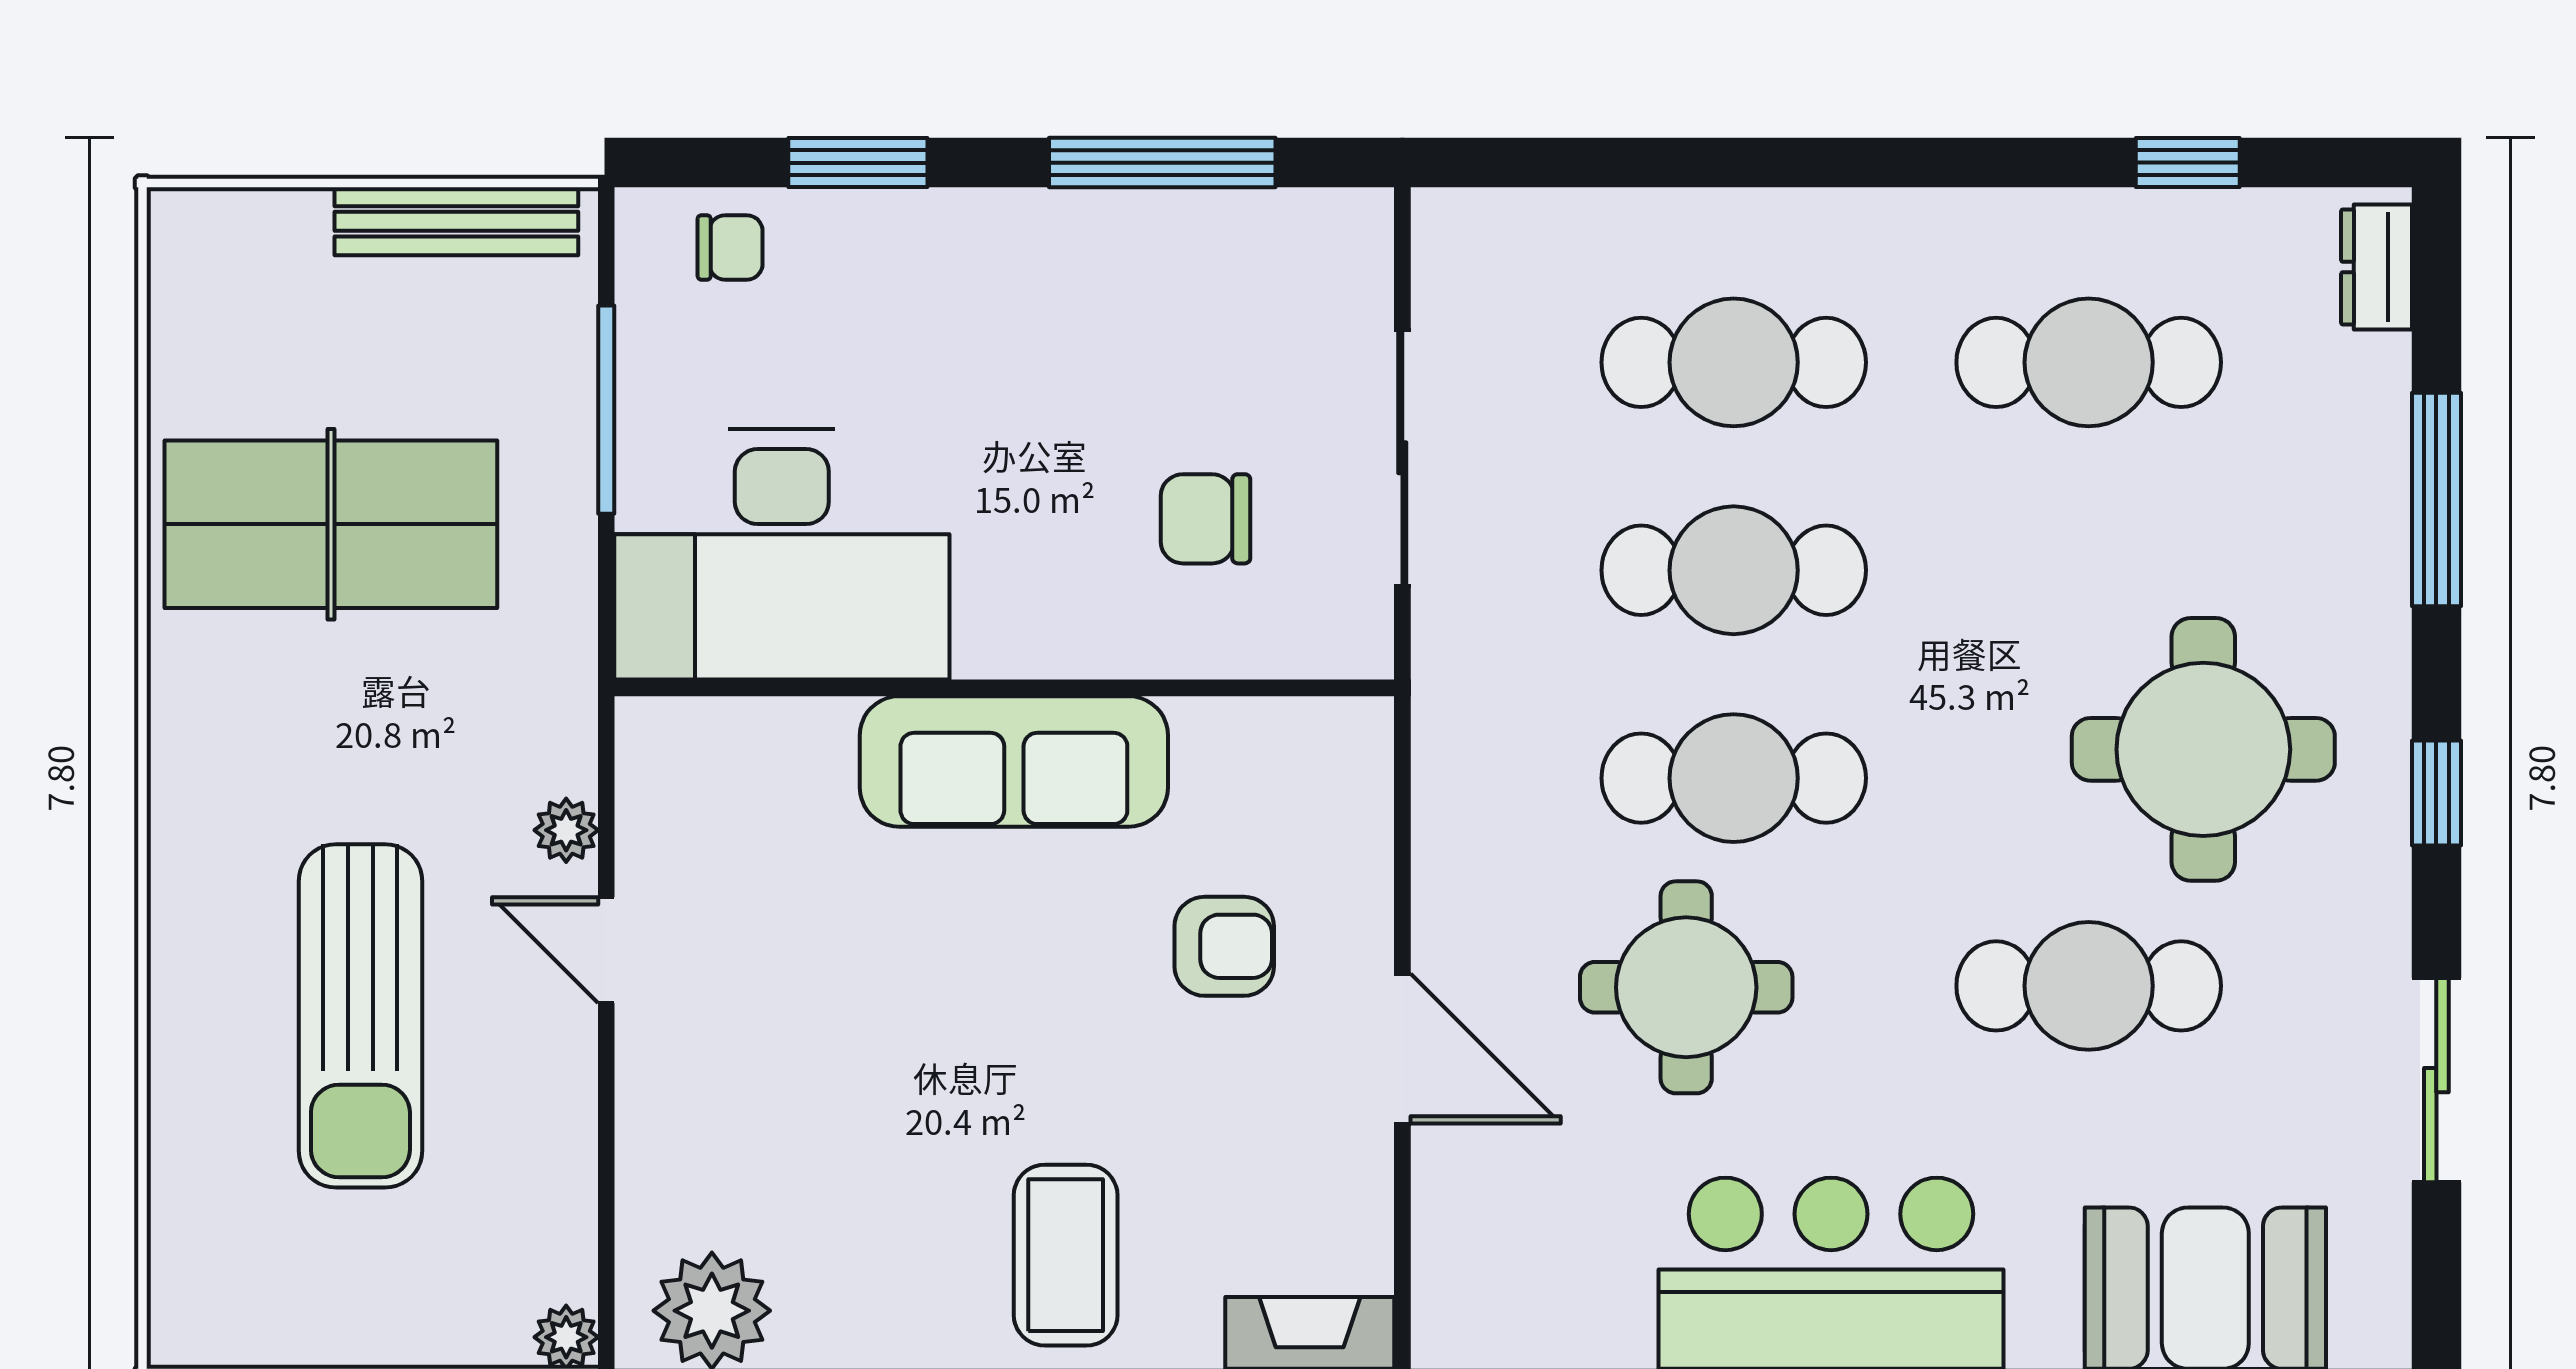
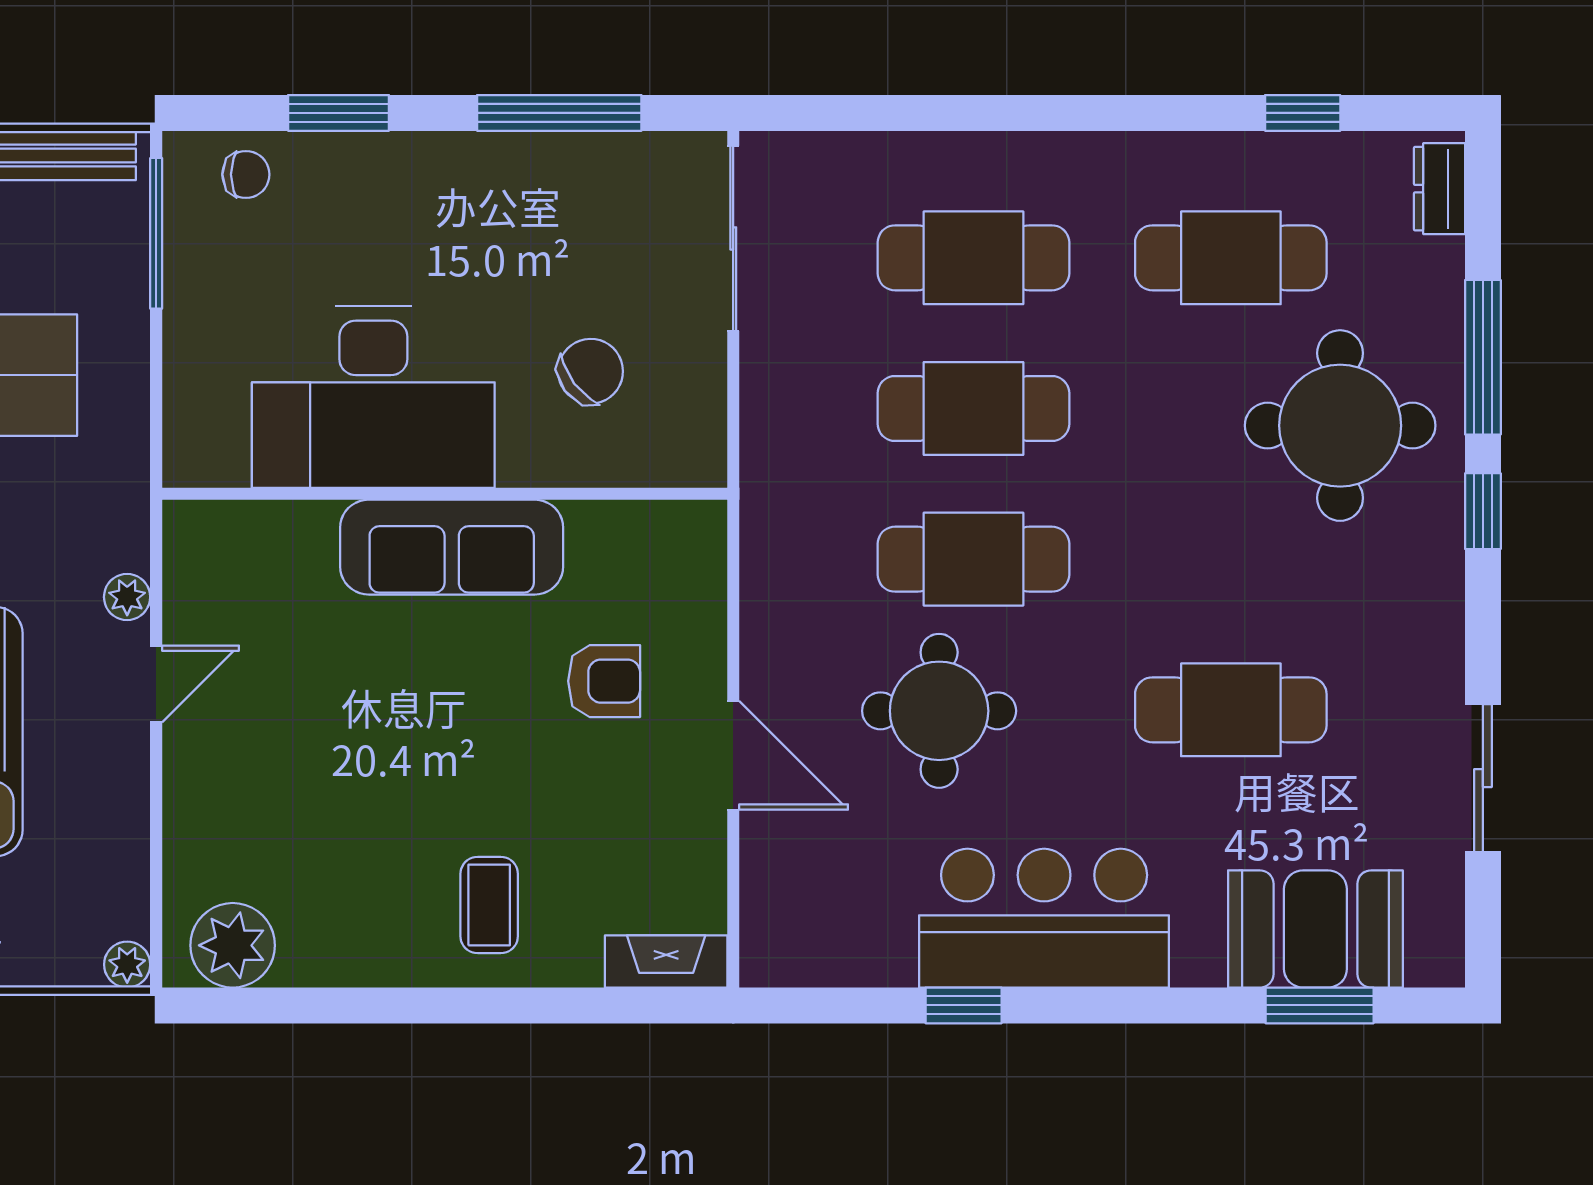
window: (606, 410) -> (156, 233), moved
sliding door: (1402, 458) -> (733, 238), moved
chair: (1206, 519) -> (591, 371), turned 143
desk: (782, 554) -> (373, 397), moved
round table: (2203, 749) -> (1340, 426), moved
window: (2436, 793) -> (1483, 511), moved
door: (606, 950) -> (156, 684), swing flipped
coffee table: (1066, 1255) -> (489, 905), width x0.73, depth x0.77

